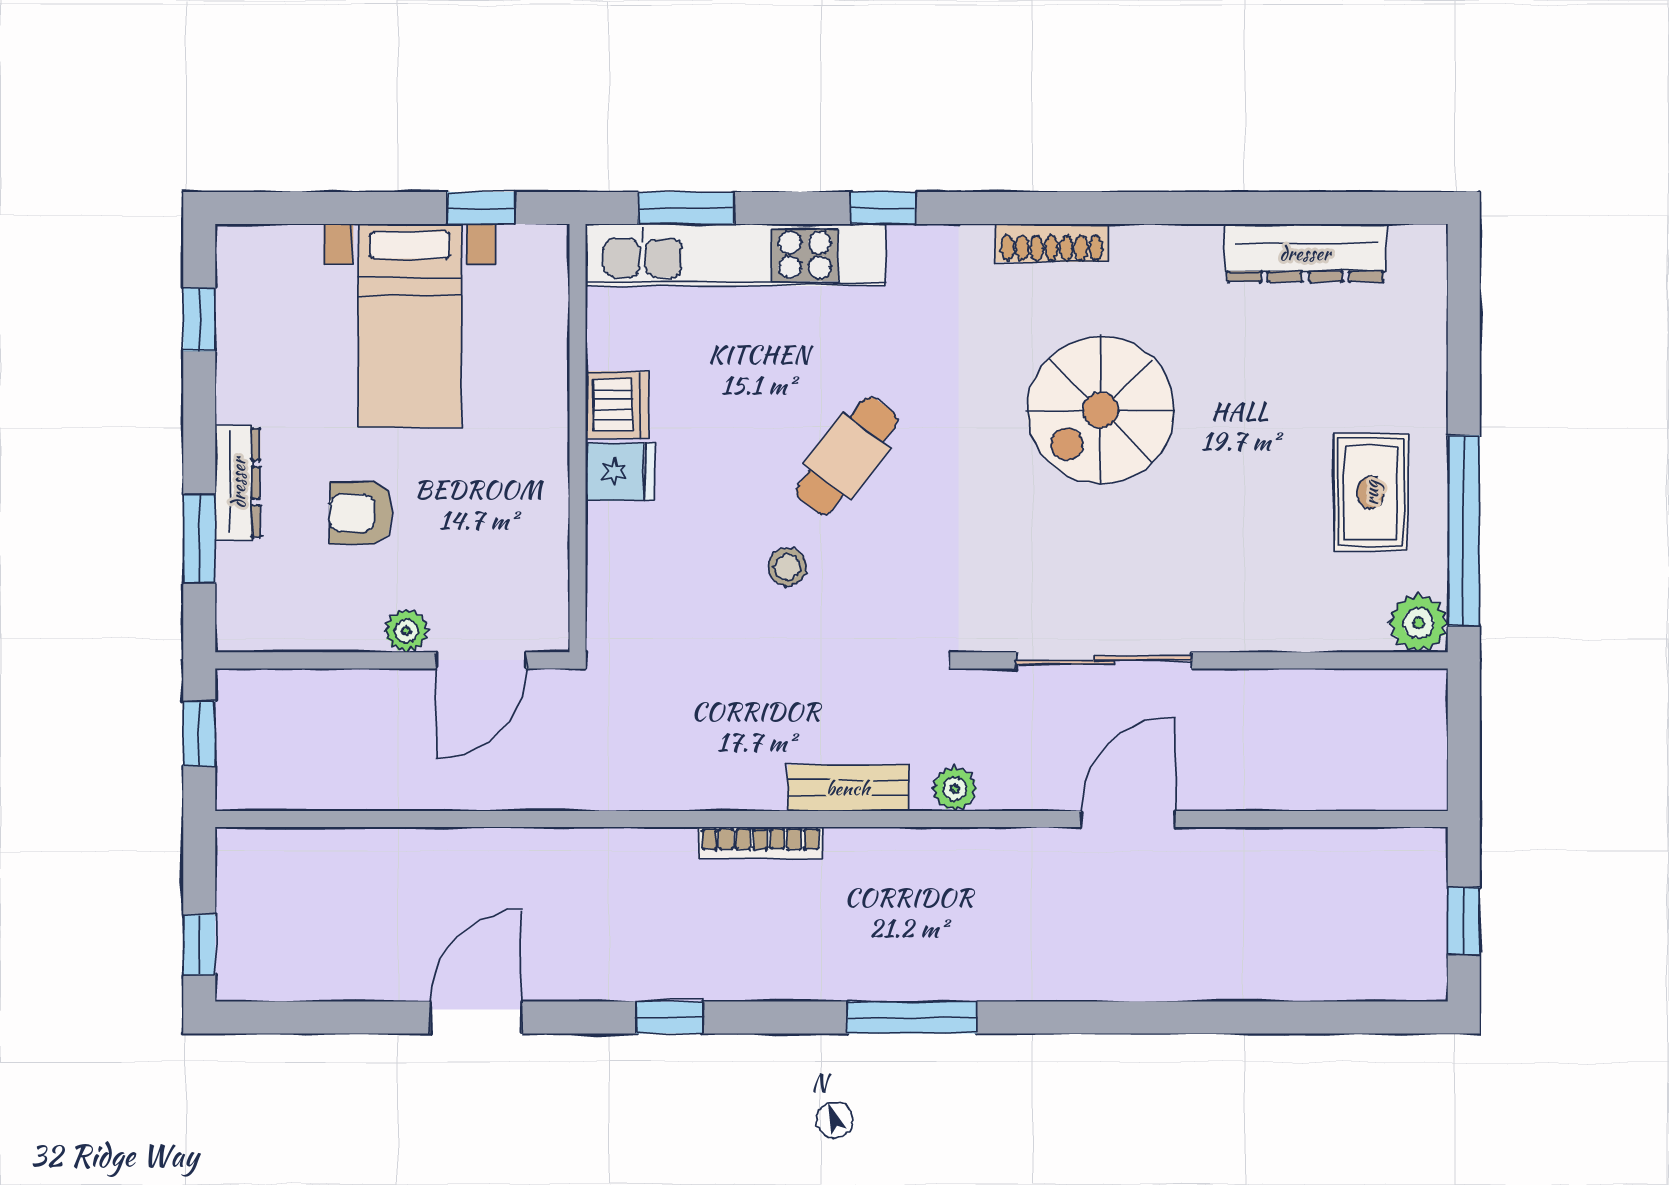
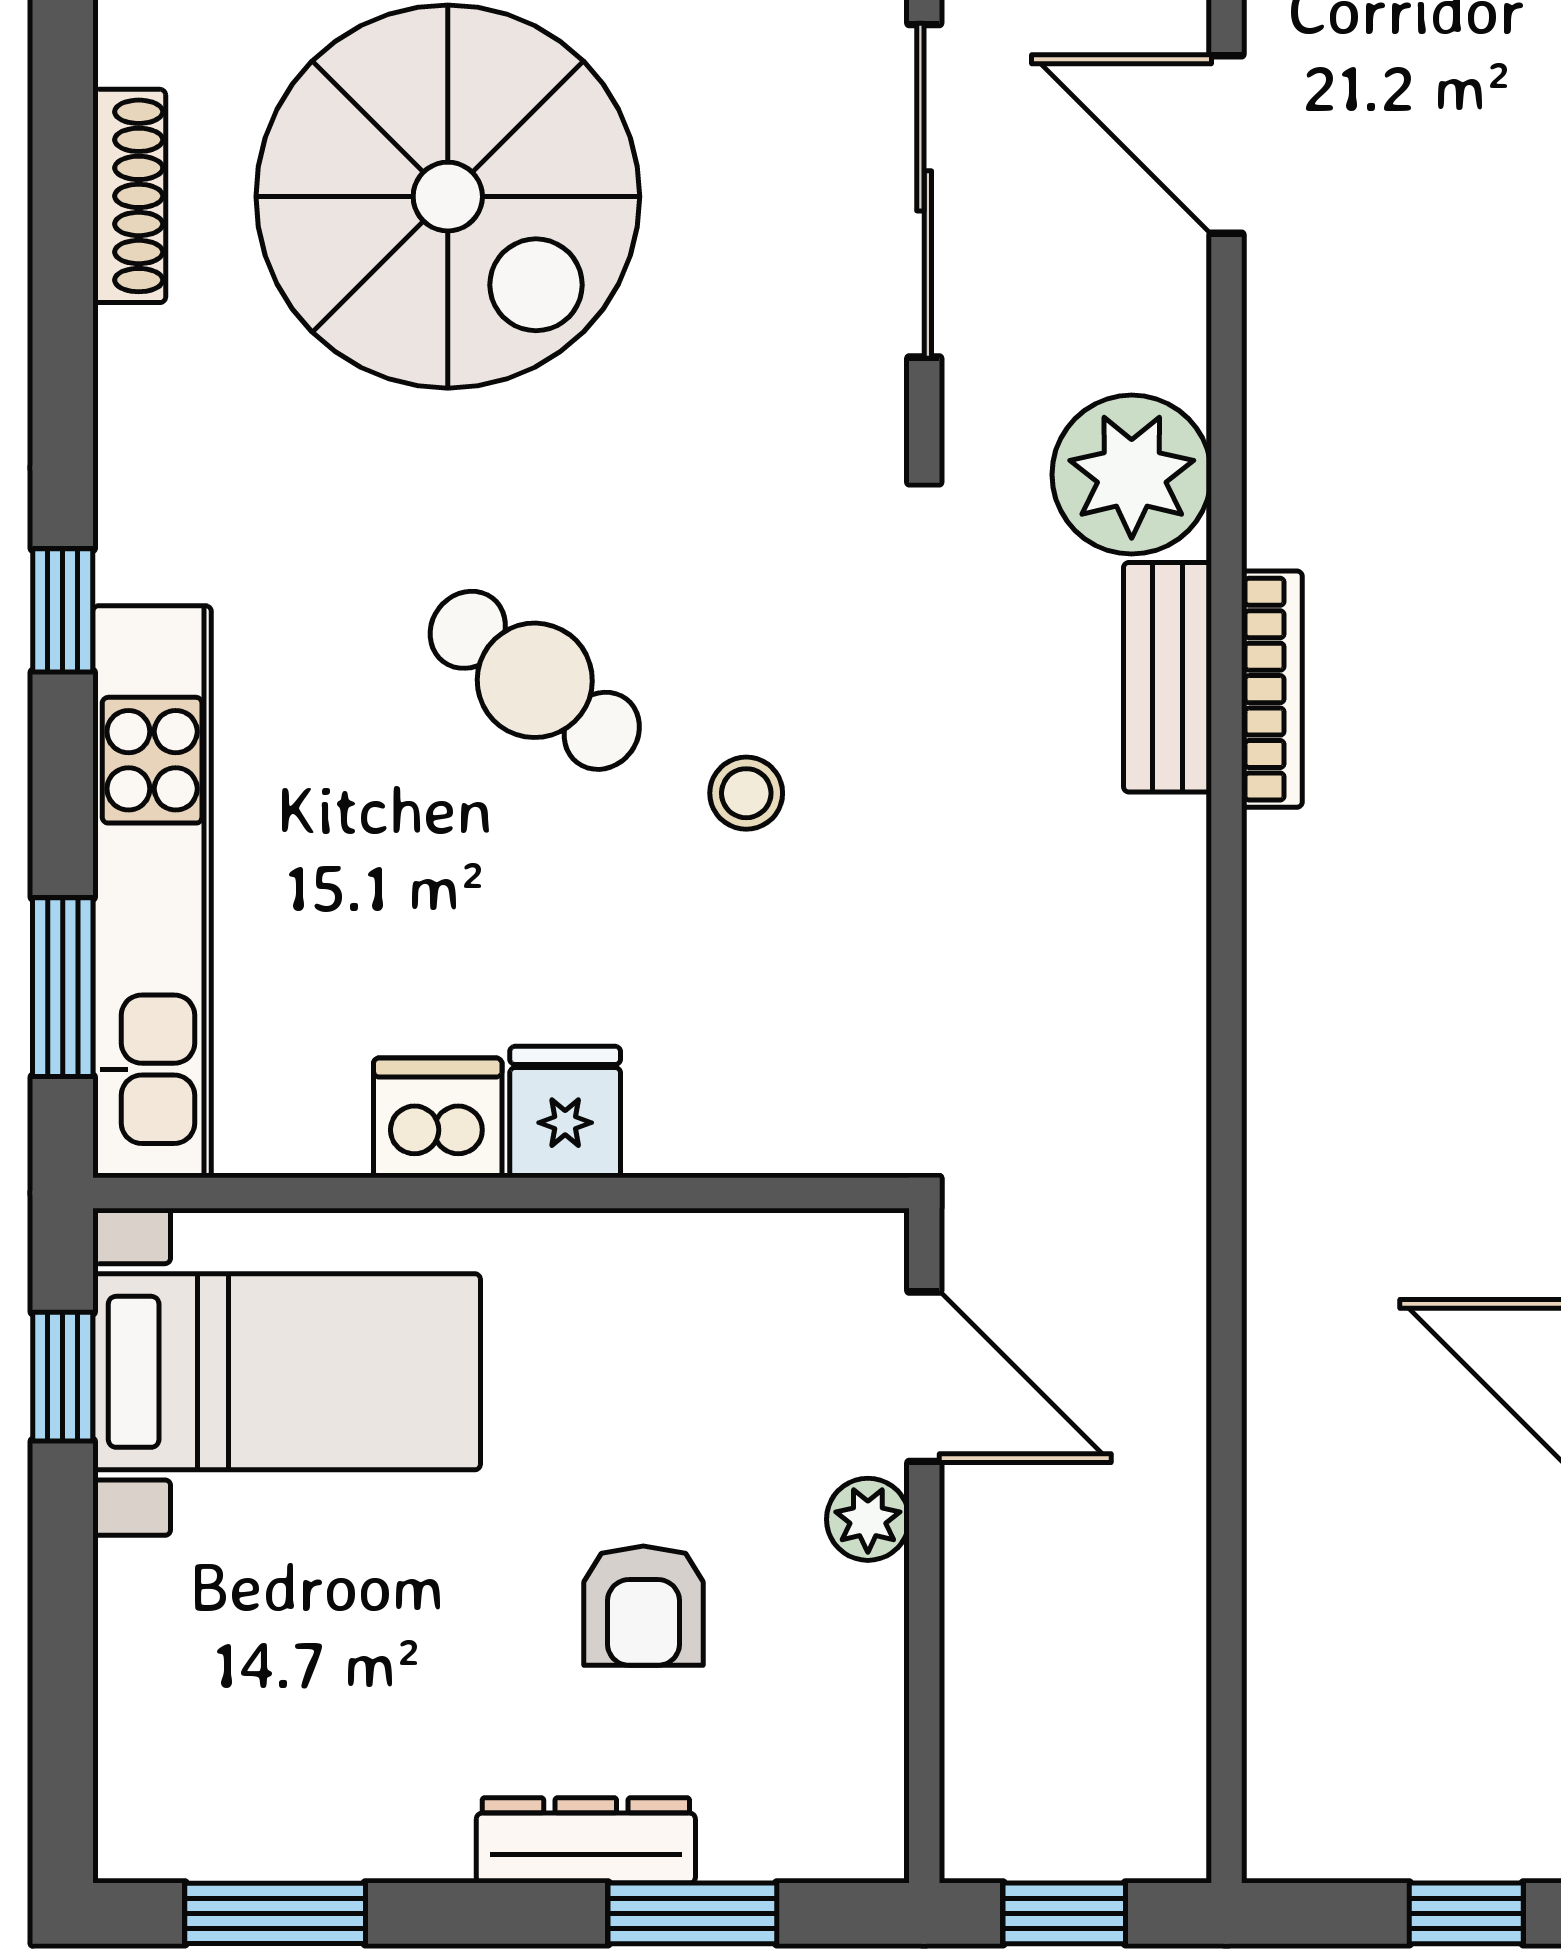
shoe rack: (1052, 243) -> (129, 196), moved
window: (199, 320) -> (275, 1913), width x1.50
bed with nightstands: (410, 326) -> (287, 1372), moved
spiral stairs: (1101, 410) -> (448, 197), width x1.37, depth x1.37
plant: (955, 789) -> (1132, 475), width x1.87, depth x1.87
bookcase: (760, 843) -> (1272, 689), moved

